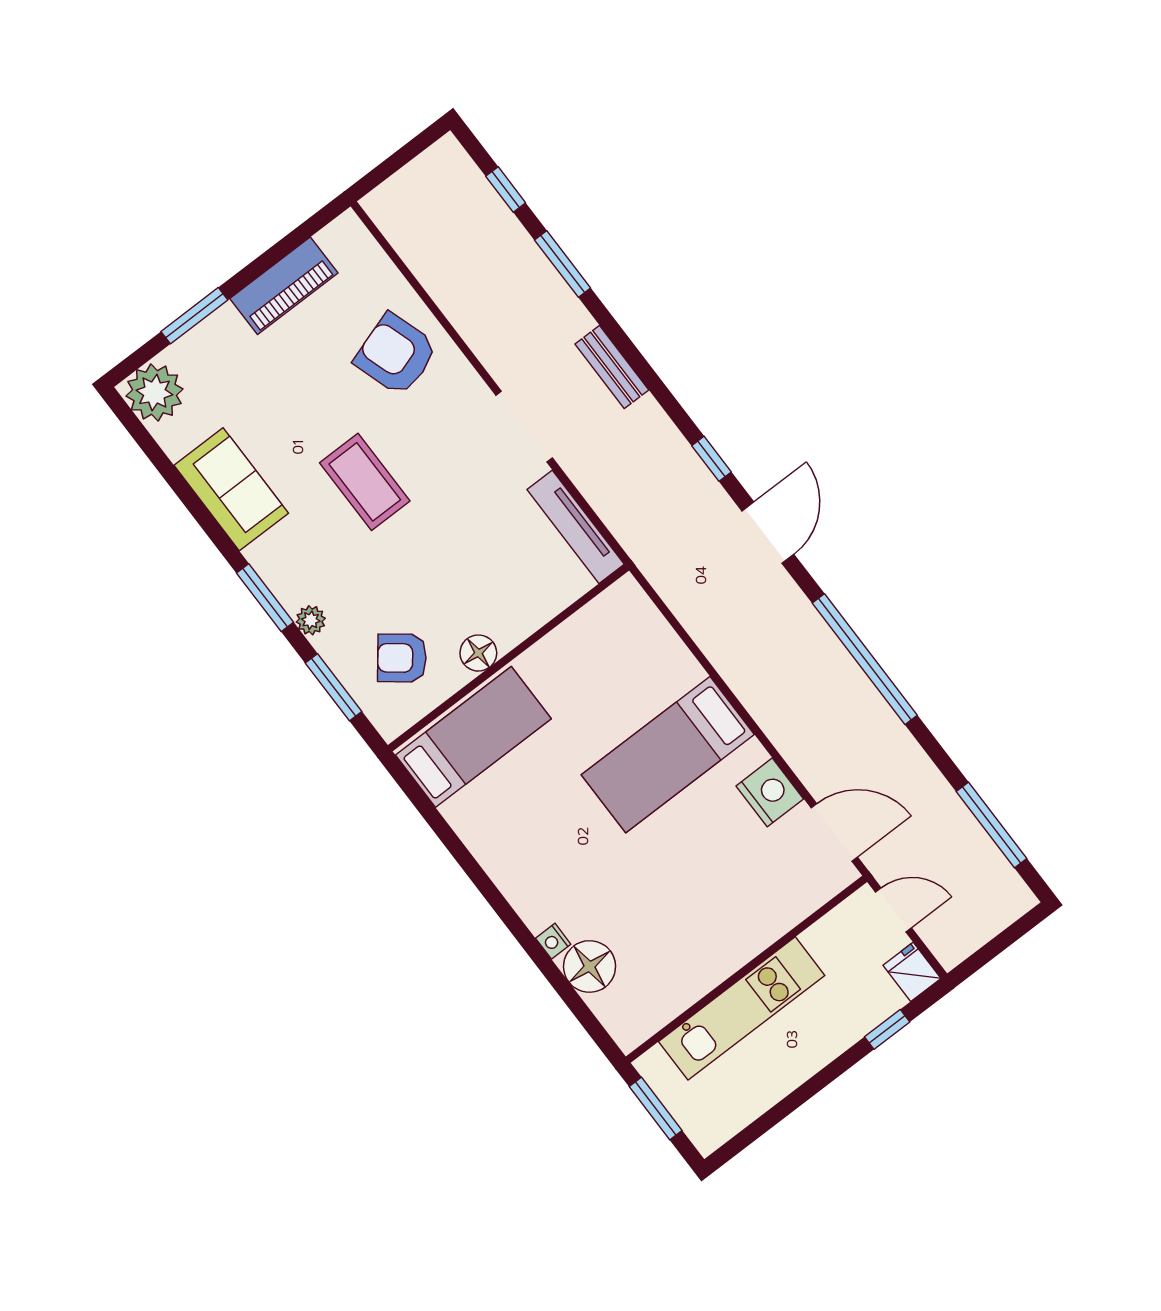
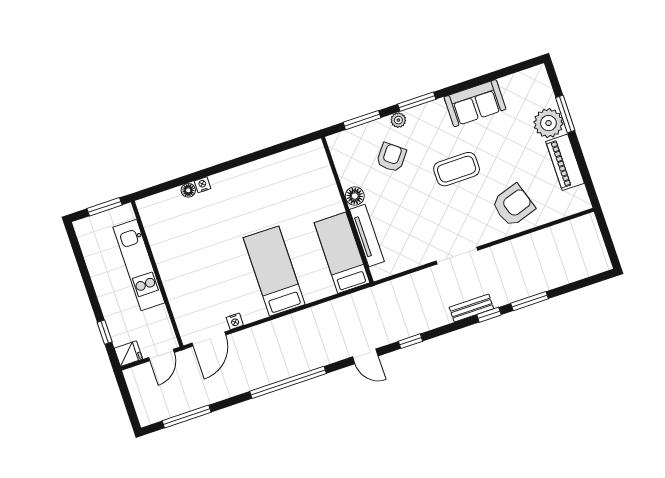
window: (506, 190) -> (489, 315), moved
plant: (154, 392) -> (548, 123), moved
tv unit: (576, 527) -> (367, 235), moved, turned 90
door: (768, 533) -> (365, 356), width x0.73
armchair: (402, 658) -> (391, 157), moved
bed: (473, 737) -> (342, 253), moved, turned 180
nightstand: (770, 792) -> (235, 321), width x0.53, depth x0.56
floor lamp: (590, 966) -> (188, 190), width x0.53, depth x0.53

